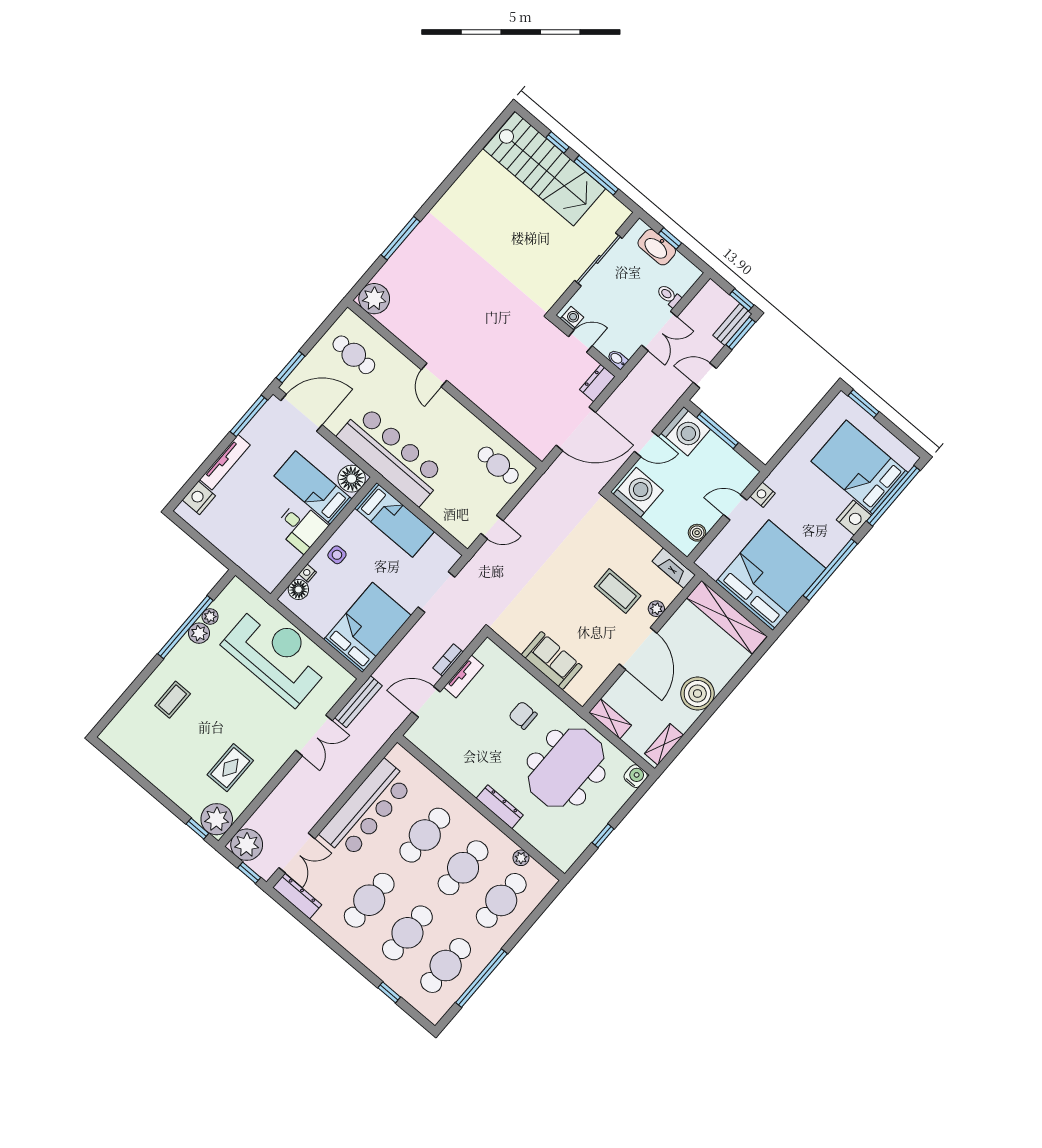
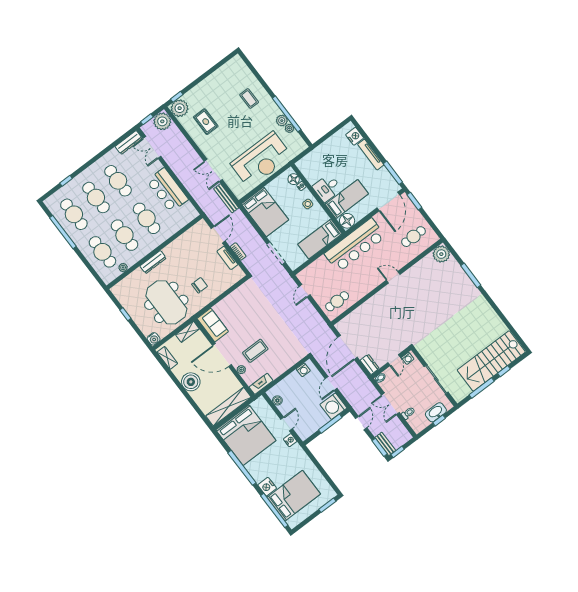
washing machine: (638, 492) -> (303, 370), width x0.53, depth x0.53
sofa: (552, 661) -> (213, 325), moved, turned -90
bar counter: (367, 809) -> (167, 190), width x0.73

